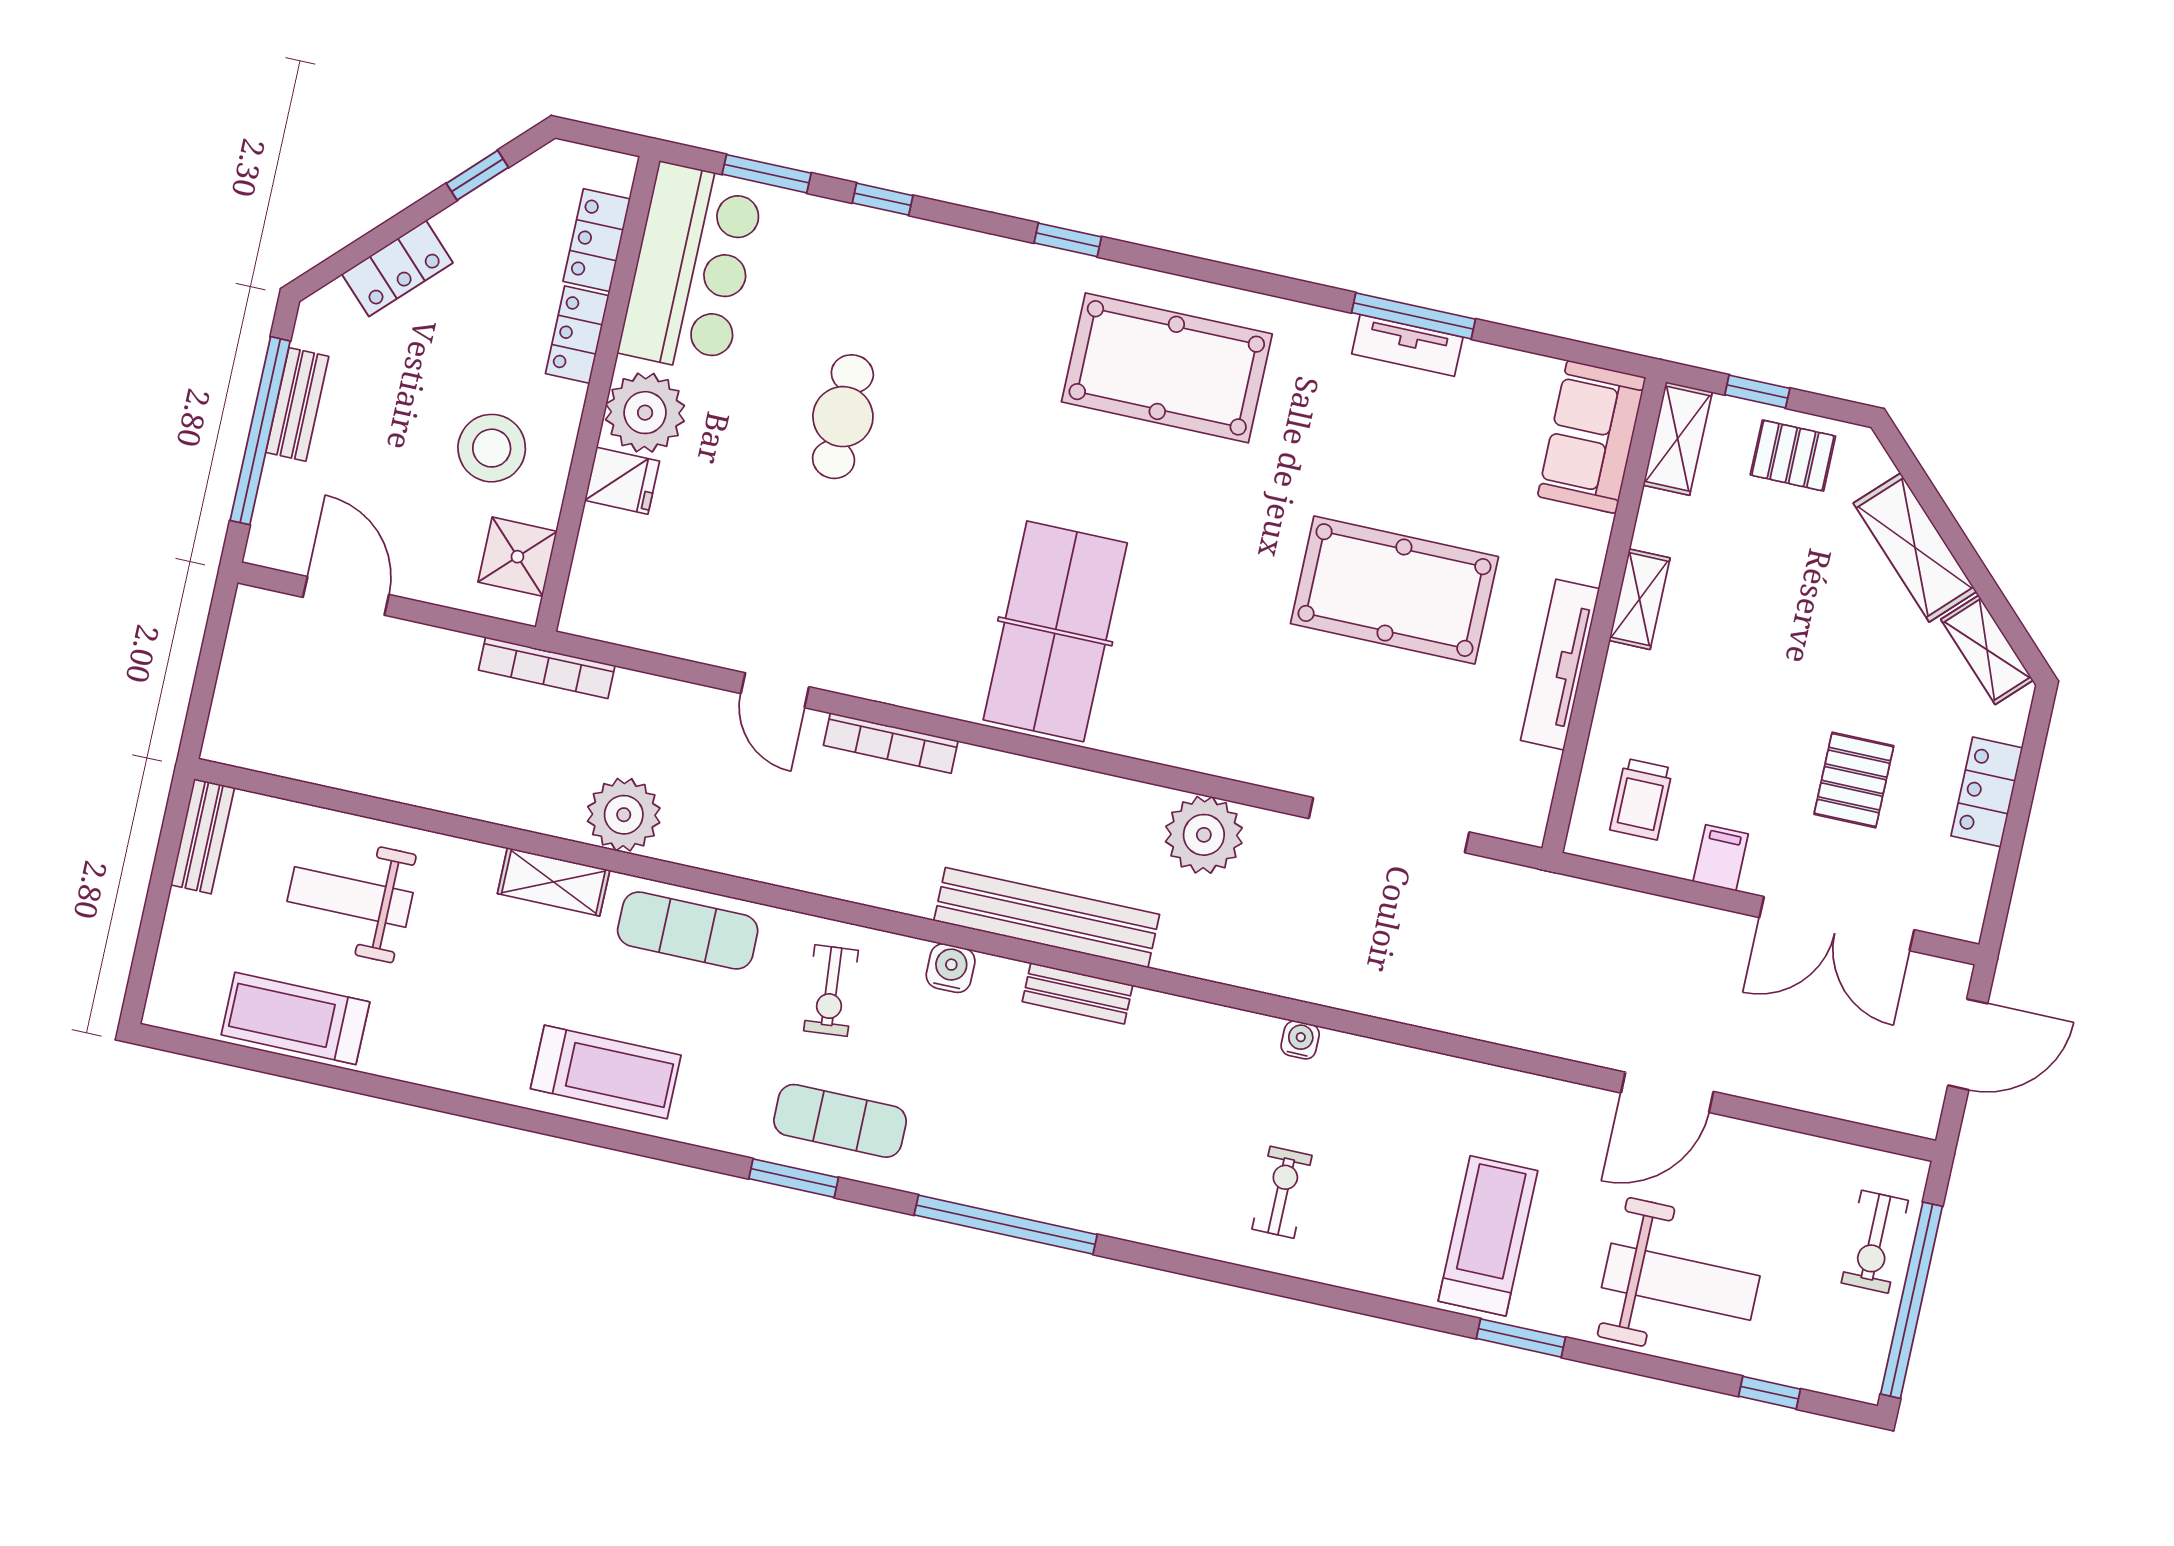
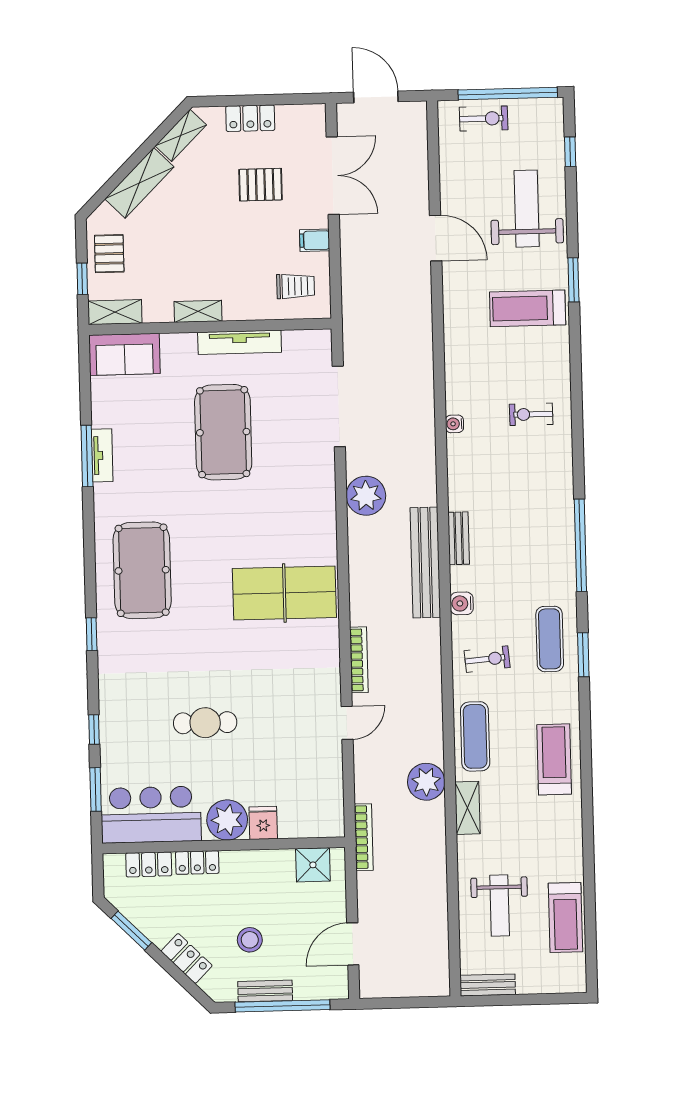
window: (477, 175) -> (131, 931), width x1.50
stool: (492, 448) -> (250, 940), moved, width x0.73, depth x0.73

